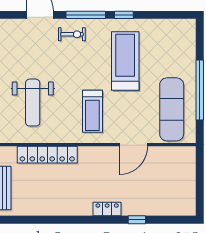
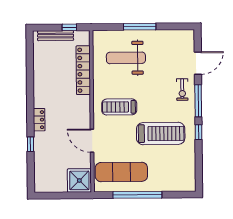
shower: (182, 161) -> (79, 180), added

